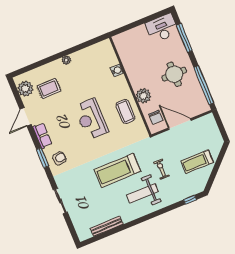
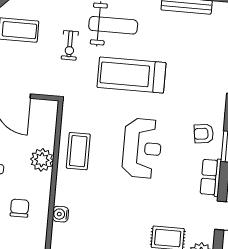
chair: (156, 117) -> (20, 208), moved
reception desk: (91, 119) -> (142, 148), moved
treadmill: (118, 170) -> (131, 75), turned 180

